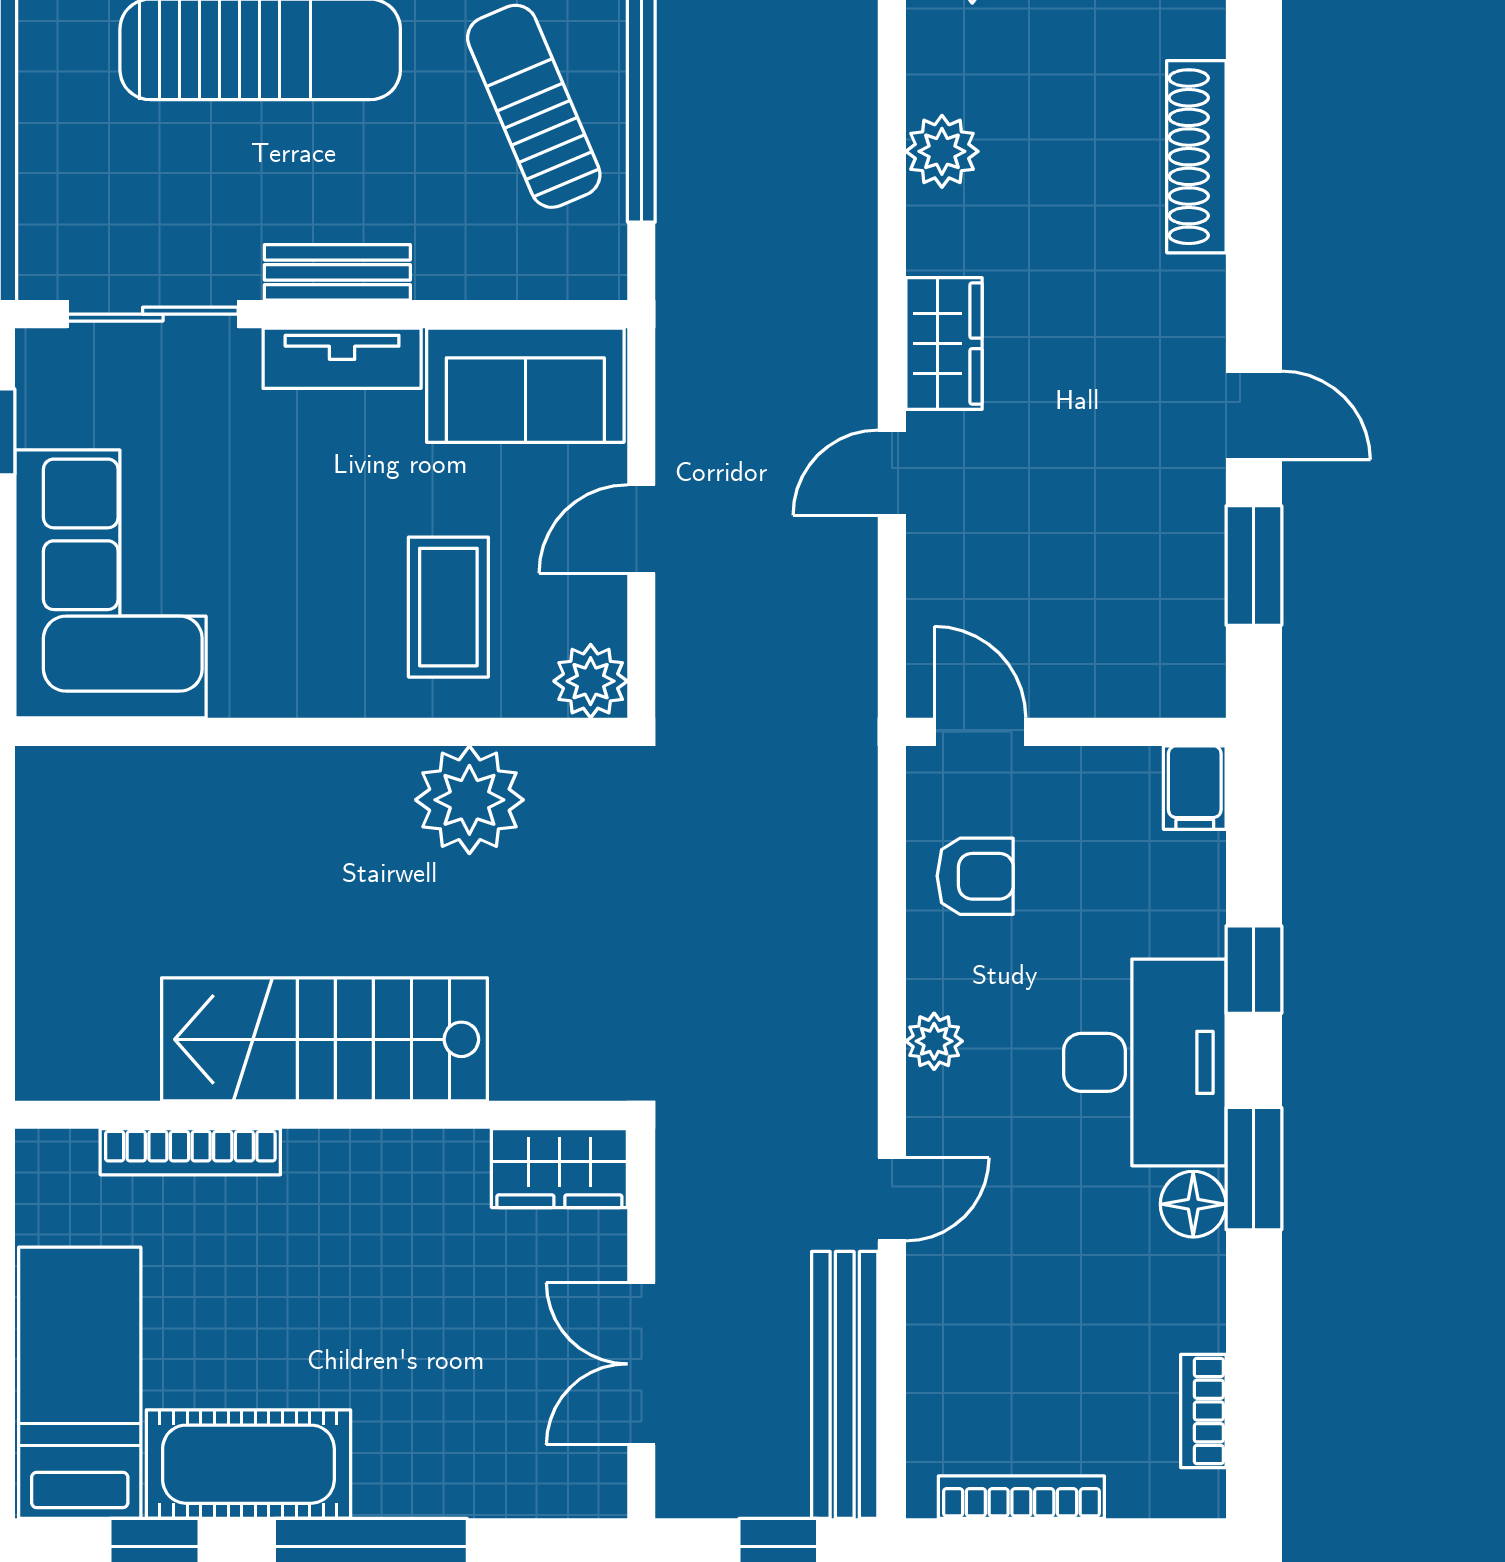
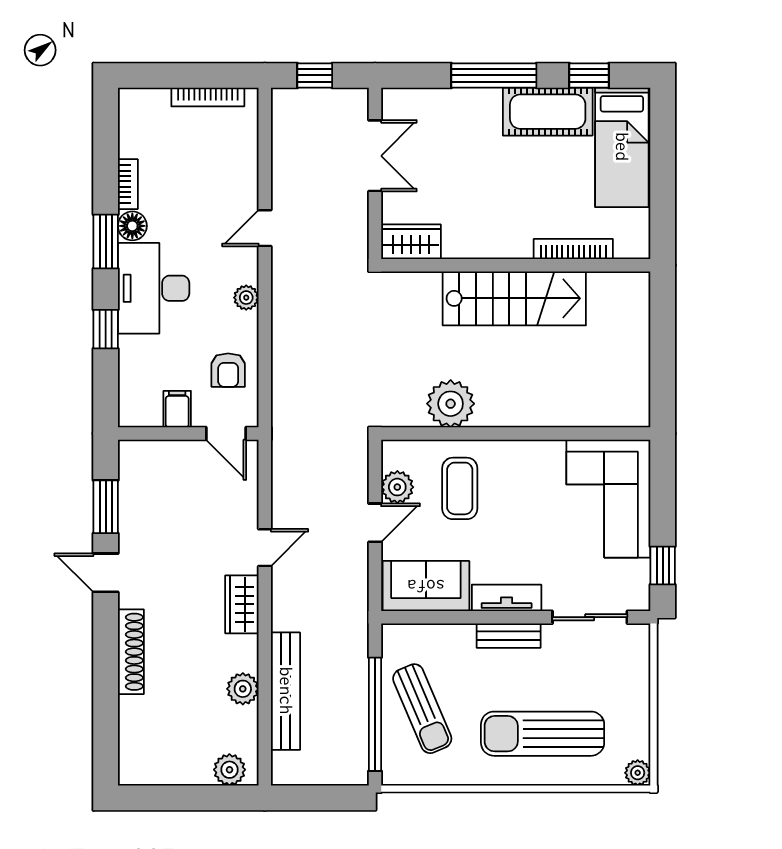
shoe rack: (1196, 157) -> (131, 652), moved
plant: (591, 681) -> (397, 487), moved
filing cabinet: (1195, 788) -> (177, 409), moved
armchair: (975, 876) -> (228, 370), turned -90
bench: (845, 1385) -> (286, 691), moved
bookcase: (1203, 1411) -> (128, 184), moved

